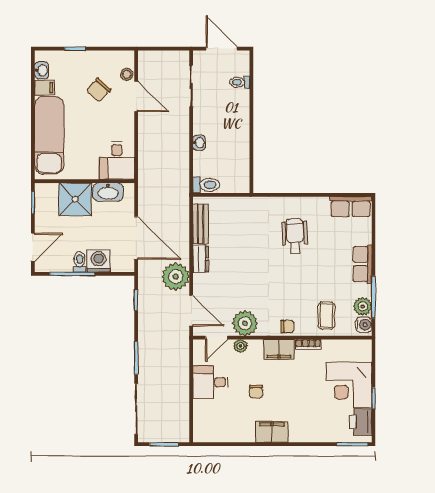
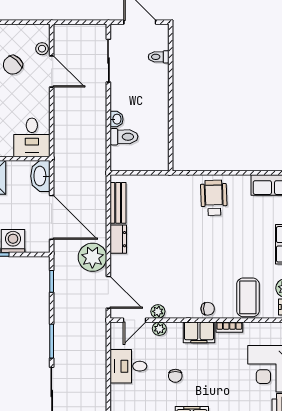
toilet: (206, 185) -> (124, 137), moved
washbasin: (108, 192) -> (40, 176), moved, turned 90
wheelchair: (295, 236) -> (214, 198), moved
coffee table: (326, 316) -> (248, 297), width x1.36, depth x1.30
plant: (245, 323) -> (158, 311), width x0.53, depth x0.53

